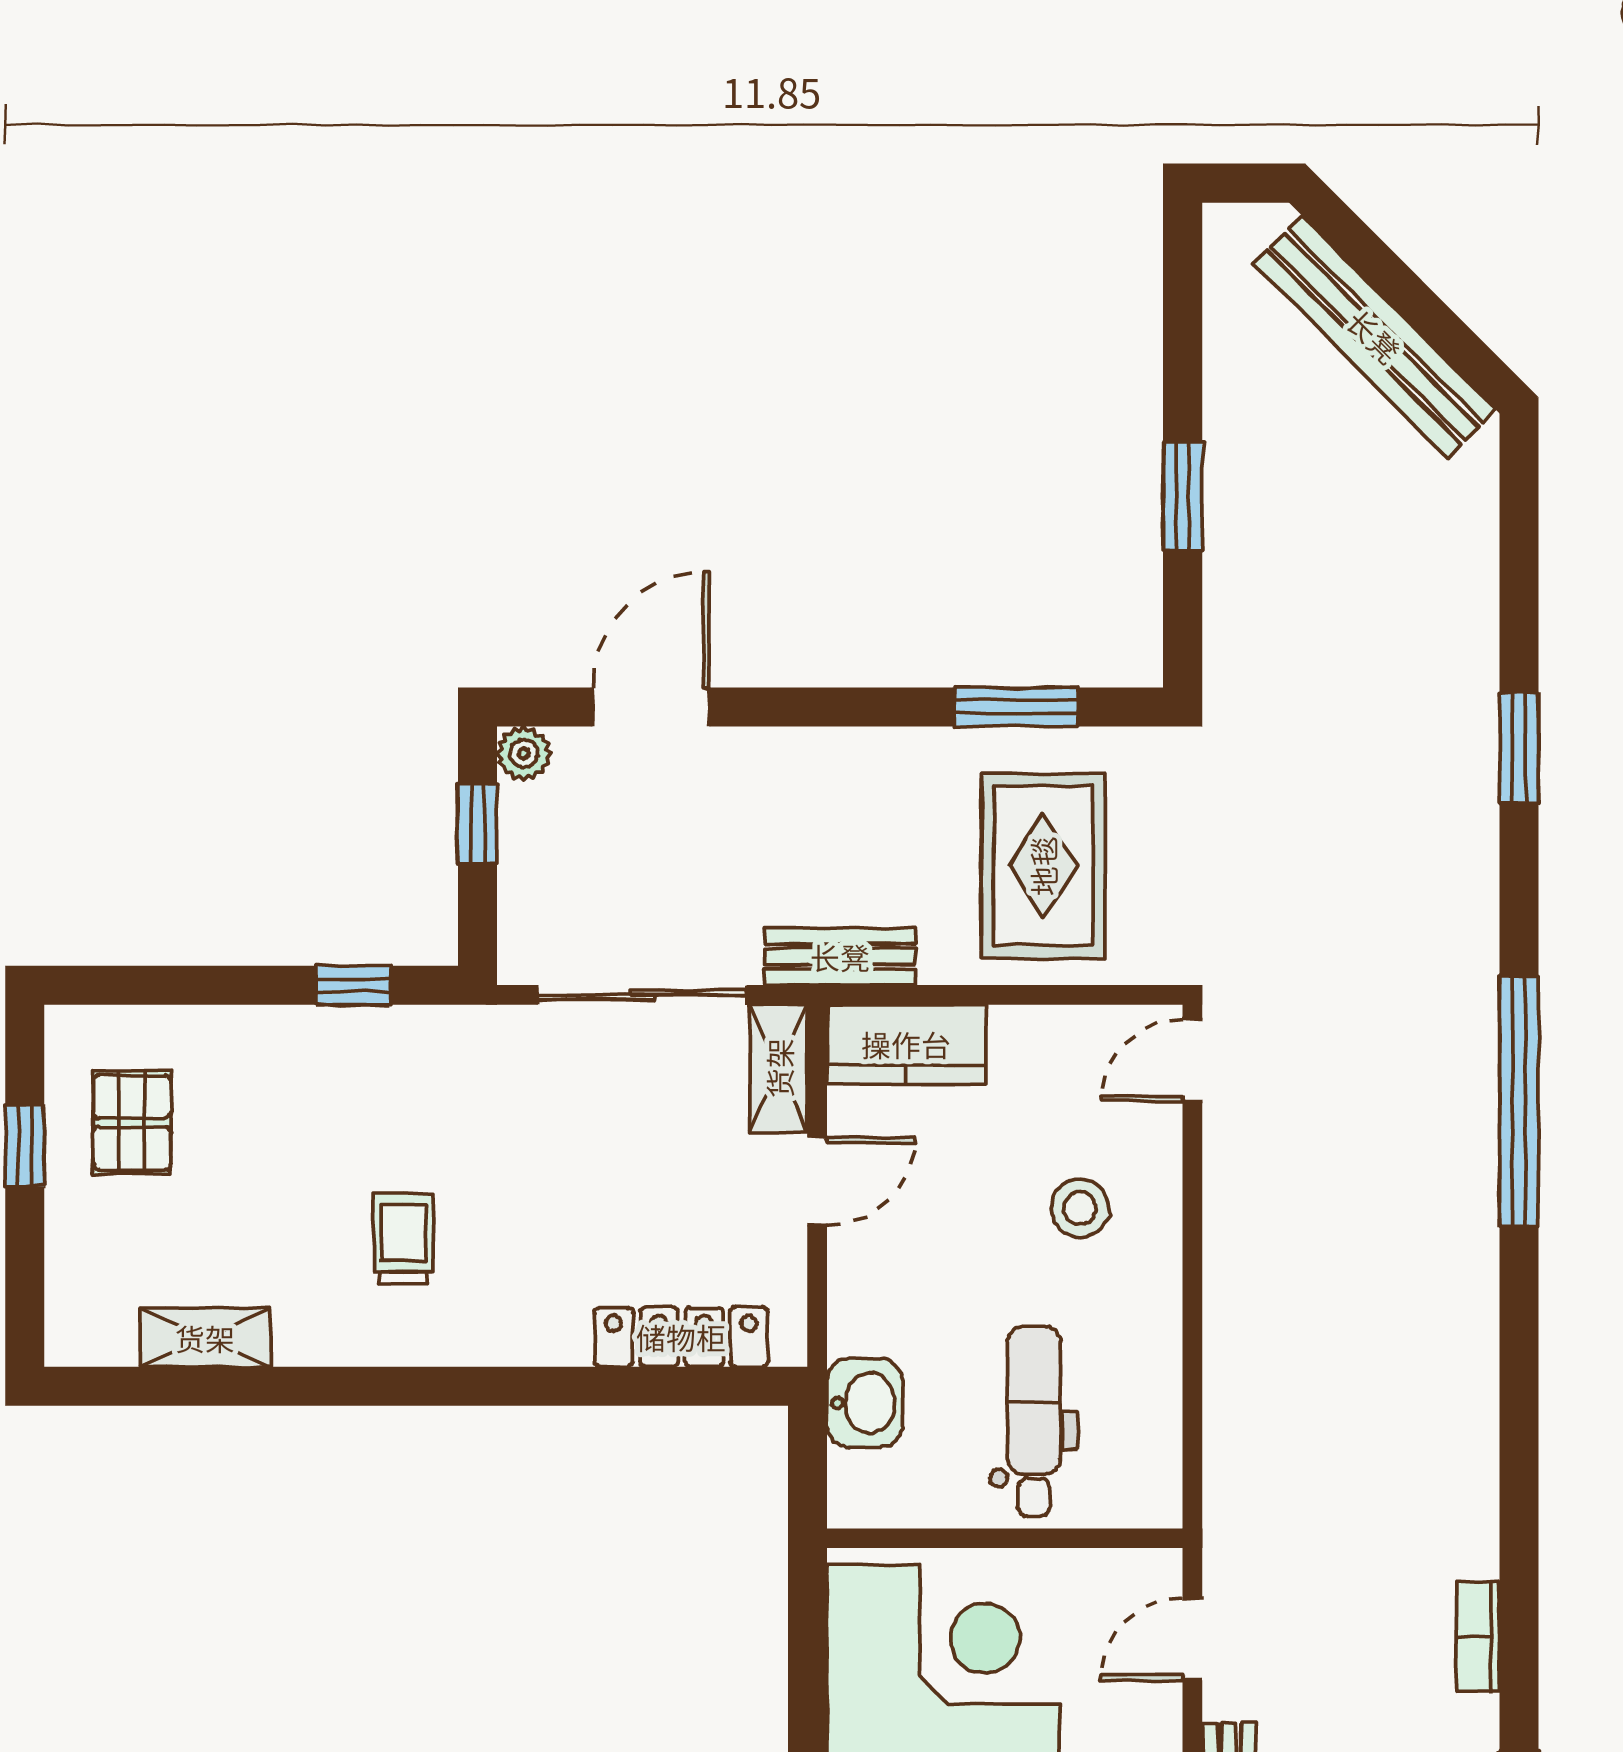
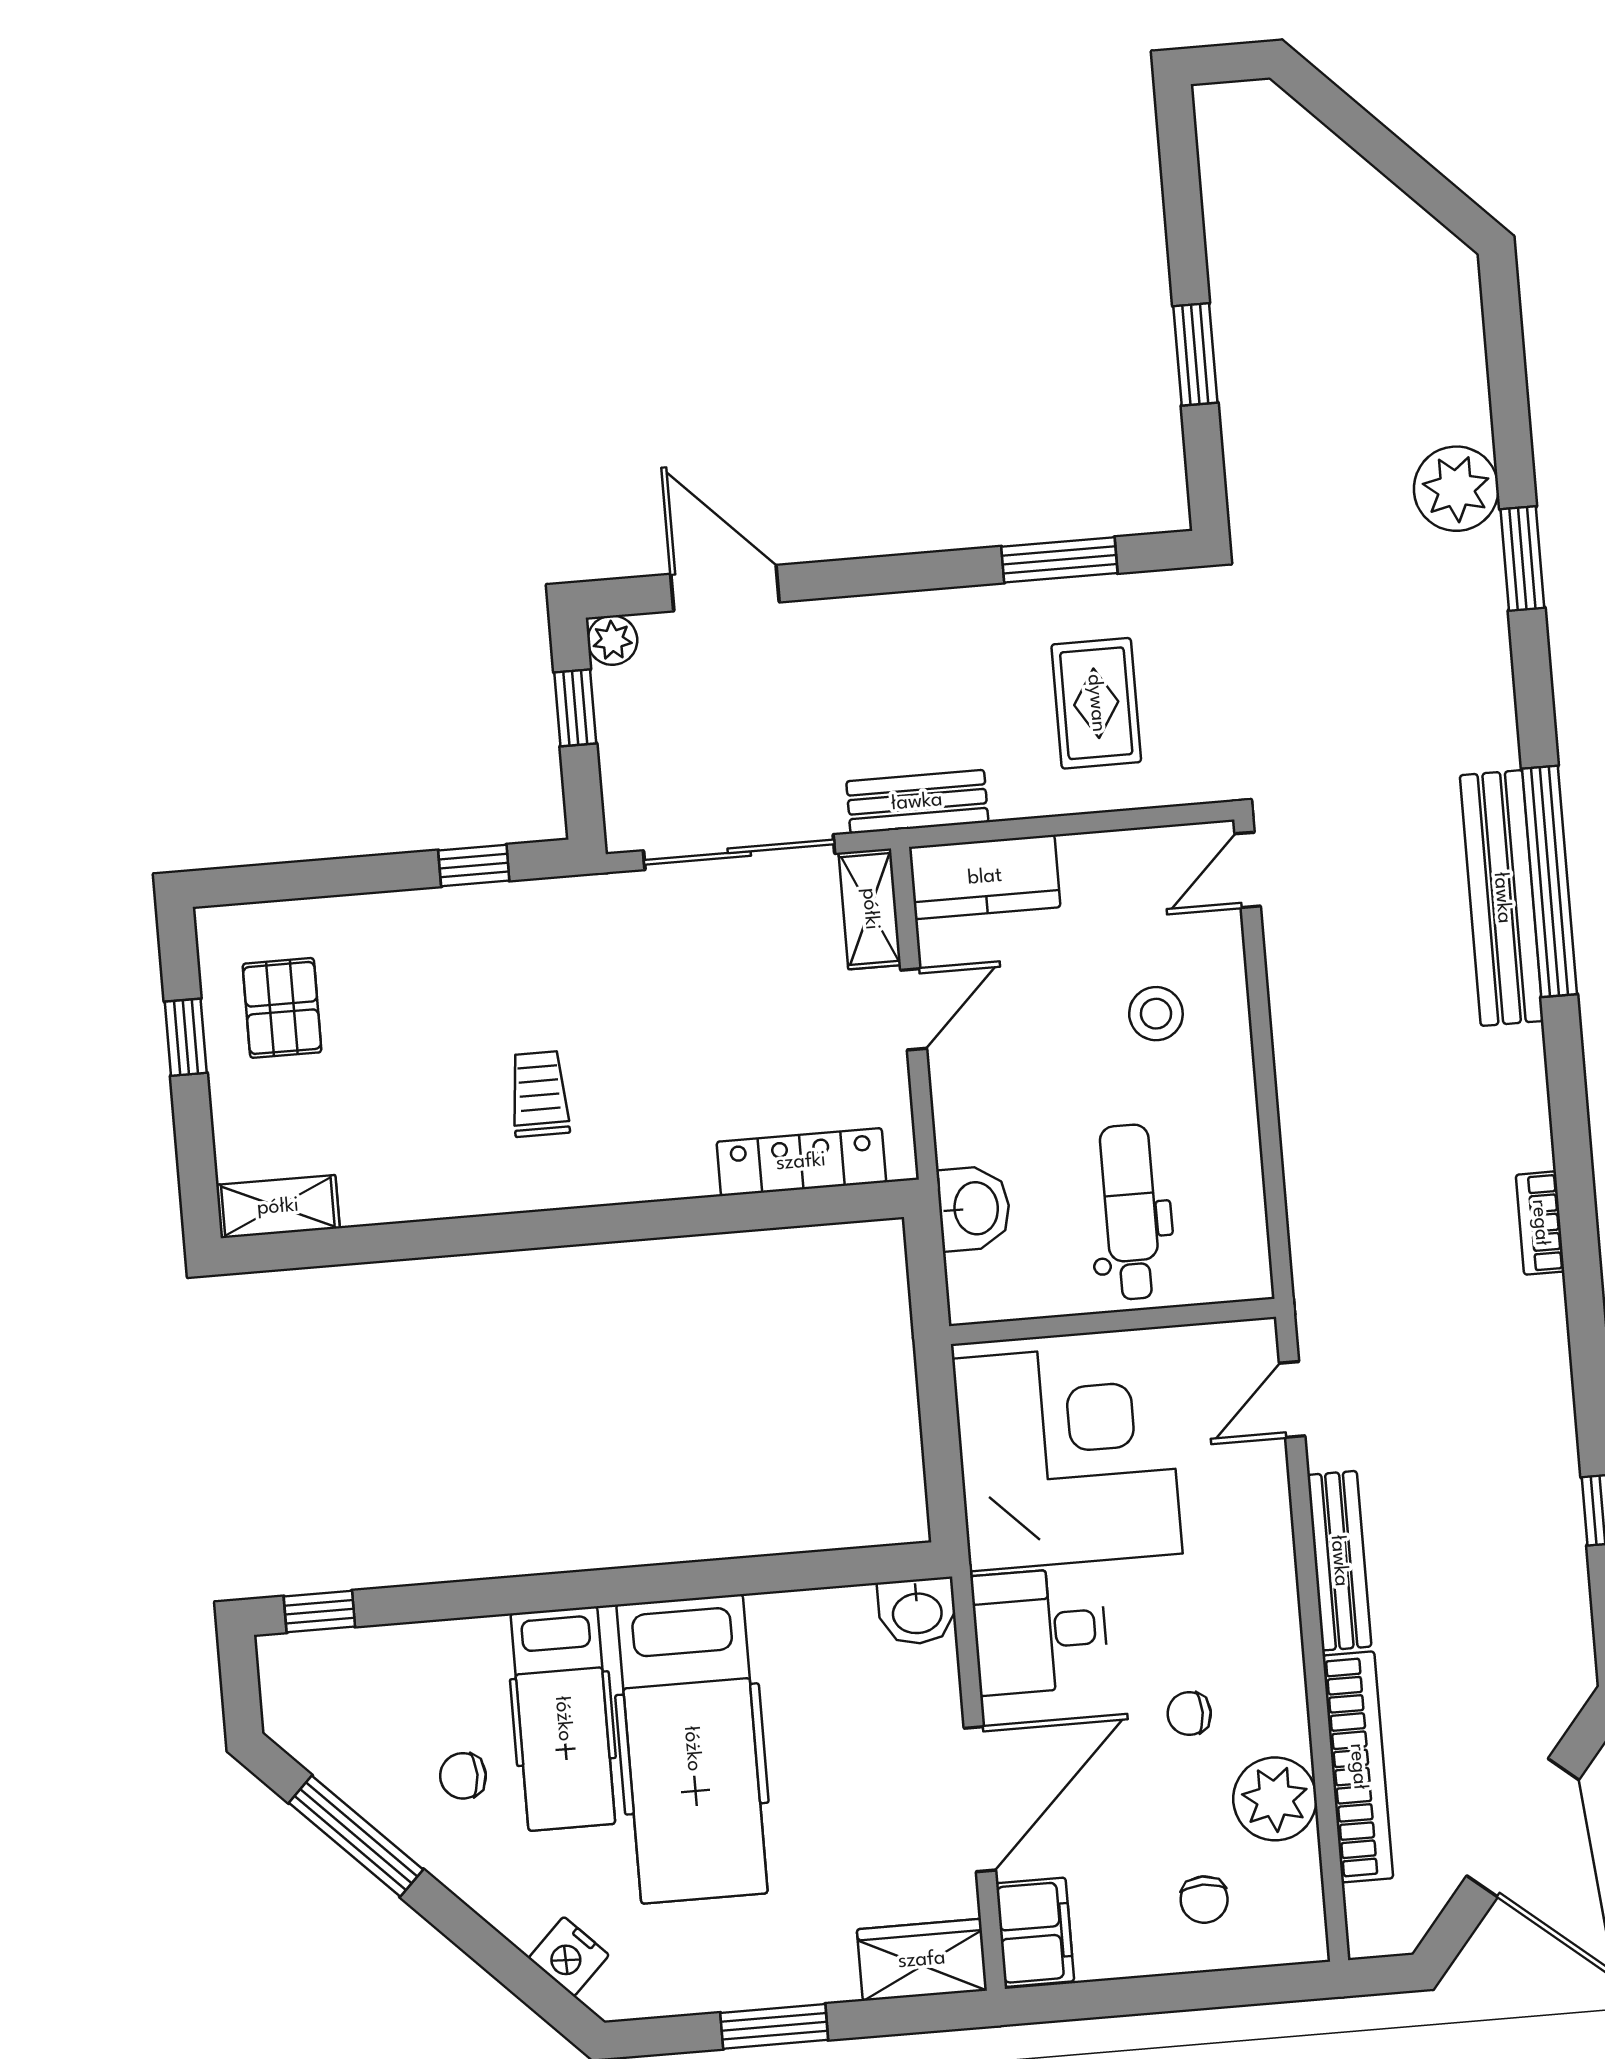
bench: (1374, 336) -> (1502, 898), moved, turned 45
plant: (1454, 666) -> (1456, 489), added
door: (651, 707) -> (725, 588), hinge flipped
rug: (1043, 866) -> (1096, 703), width x0.73, depth x0.70
shelving: (205, 1338) -> (278, 1207), moved
bookcase: (1478, 1637) -> (1540, 1223), moved

